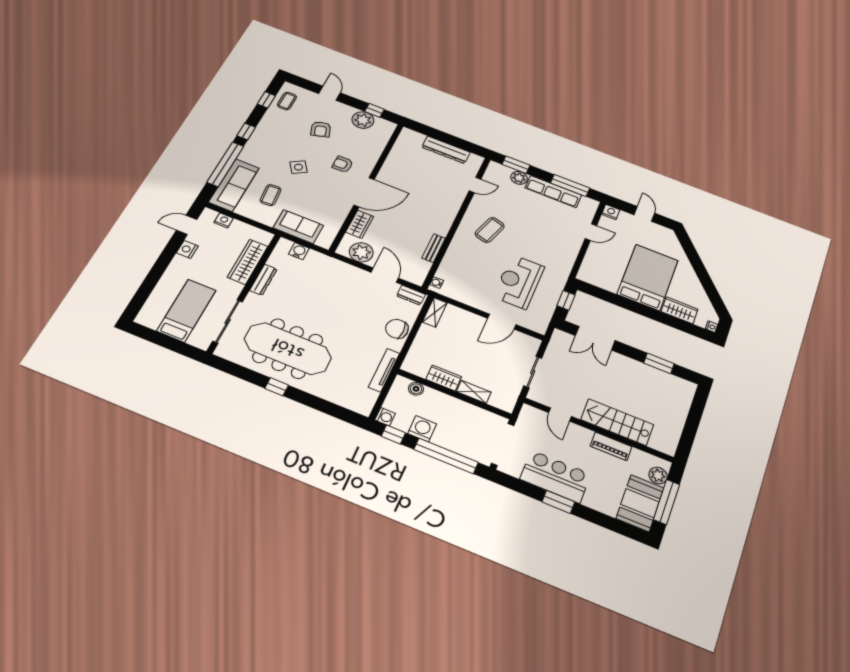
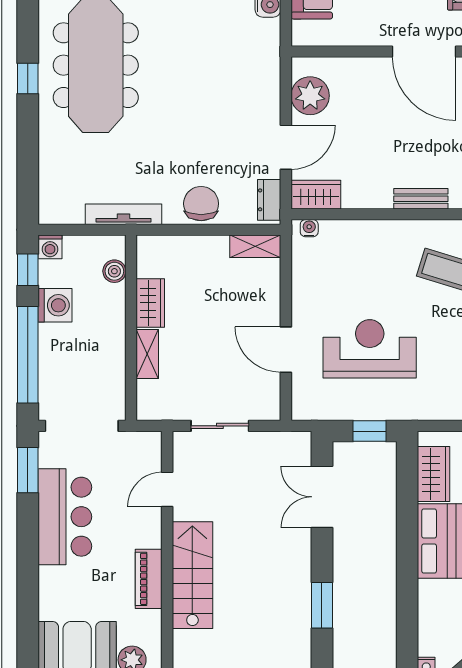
wardrobe: (360, 224) -> (316, 195), moved, turned 180
bench: (434, 248) -> (421, 199), moved
wardrobe: (679, 310) -> (434, 474), moved
window: (558, 502) -> (28, 470), moved

